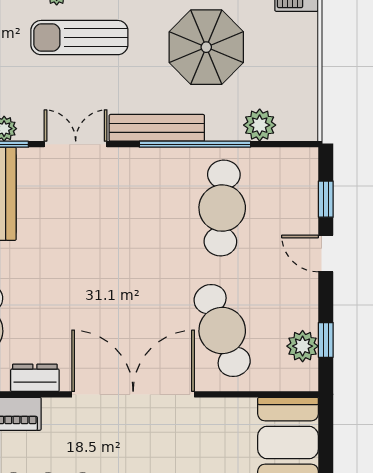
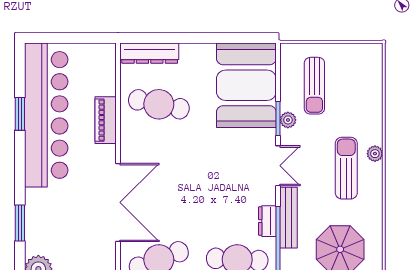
dresser: (35, 378) -> (267, 221), moved, turned 180

